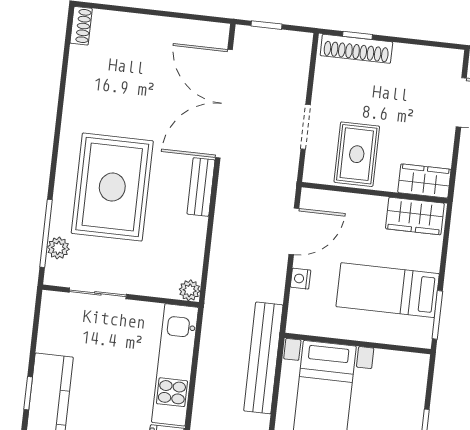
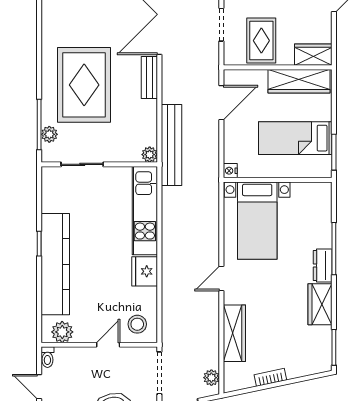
wardrobe: (415, 216) -> (299, 81), width x1.50
nightstand: (301, 279) -> (230, 171), moved
bench: (263, 358) -> (171, 145), moved

